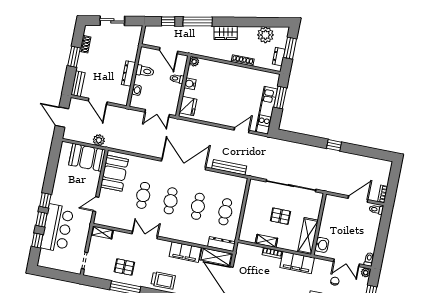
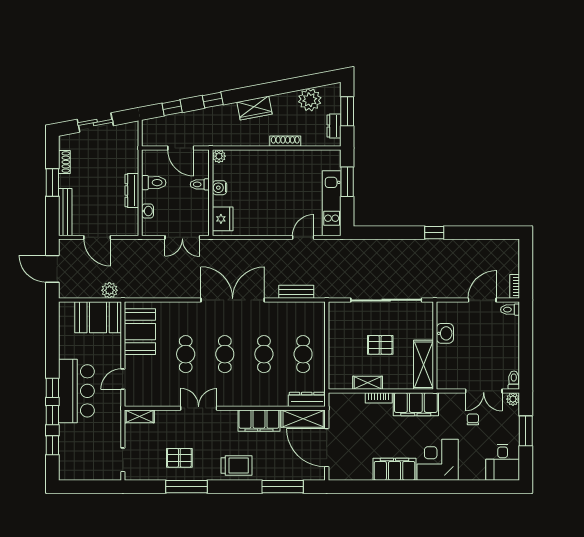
window: (198, 22) -> (213, 100), width x0.46
bench: (78, 84) -> (65, 212), width x1.36
bench: (229, 167) -> (296, 292), width x0.73
bar counter: (57, 228) -> (76, 391), moved
washbasin: (322, 245) -> (445, 333), moved

